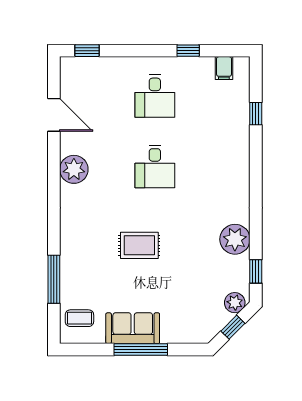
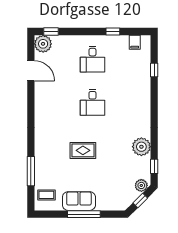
plant: (74, 169) -> (43, 44), moved

